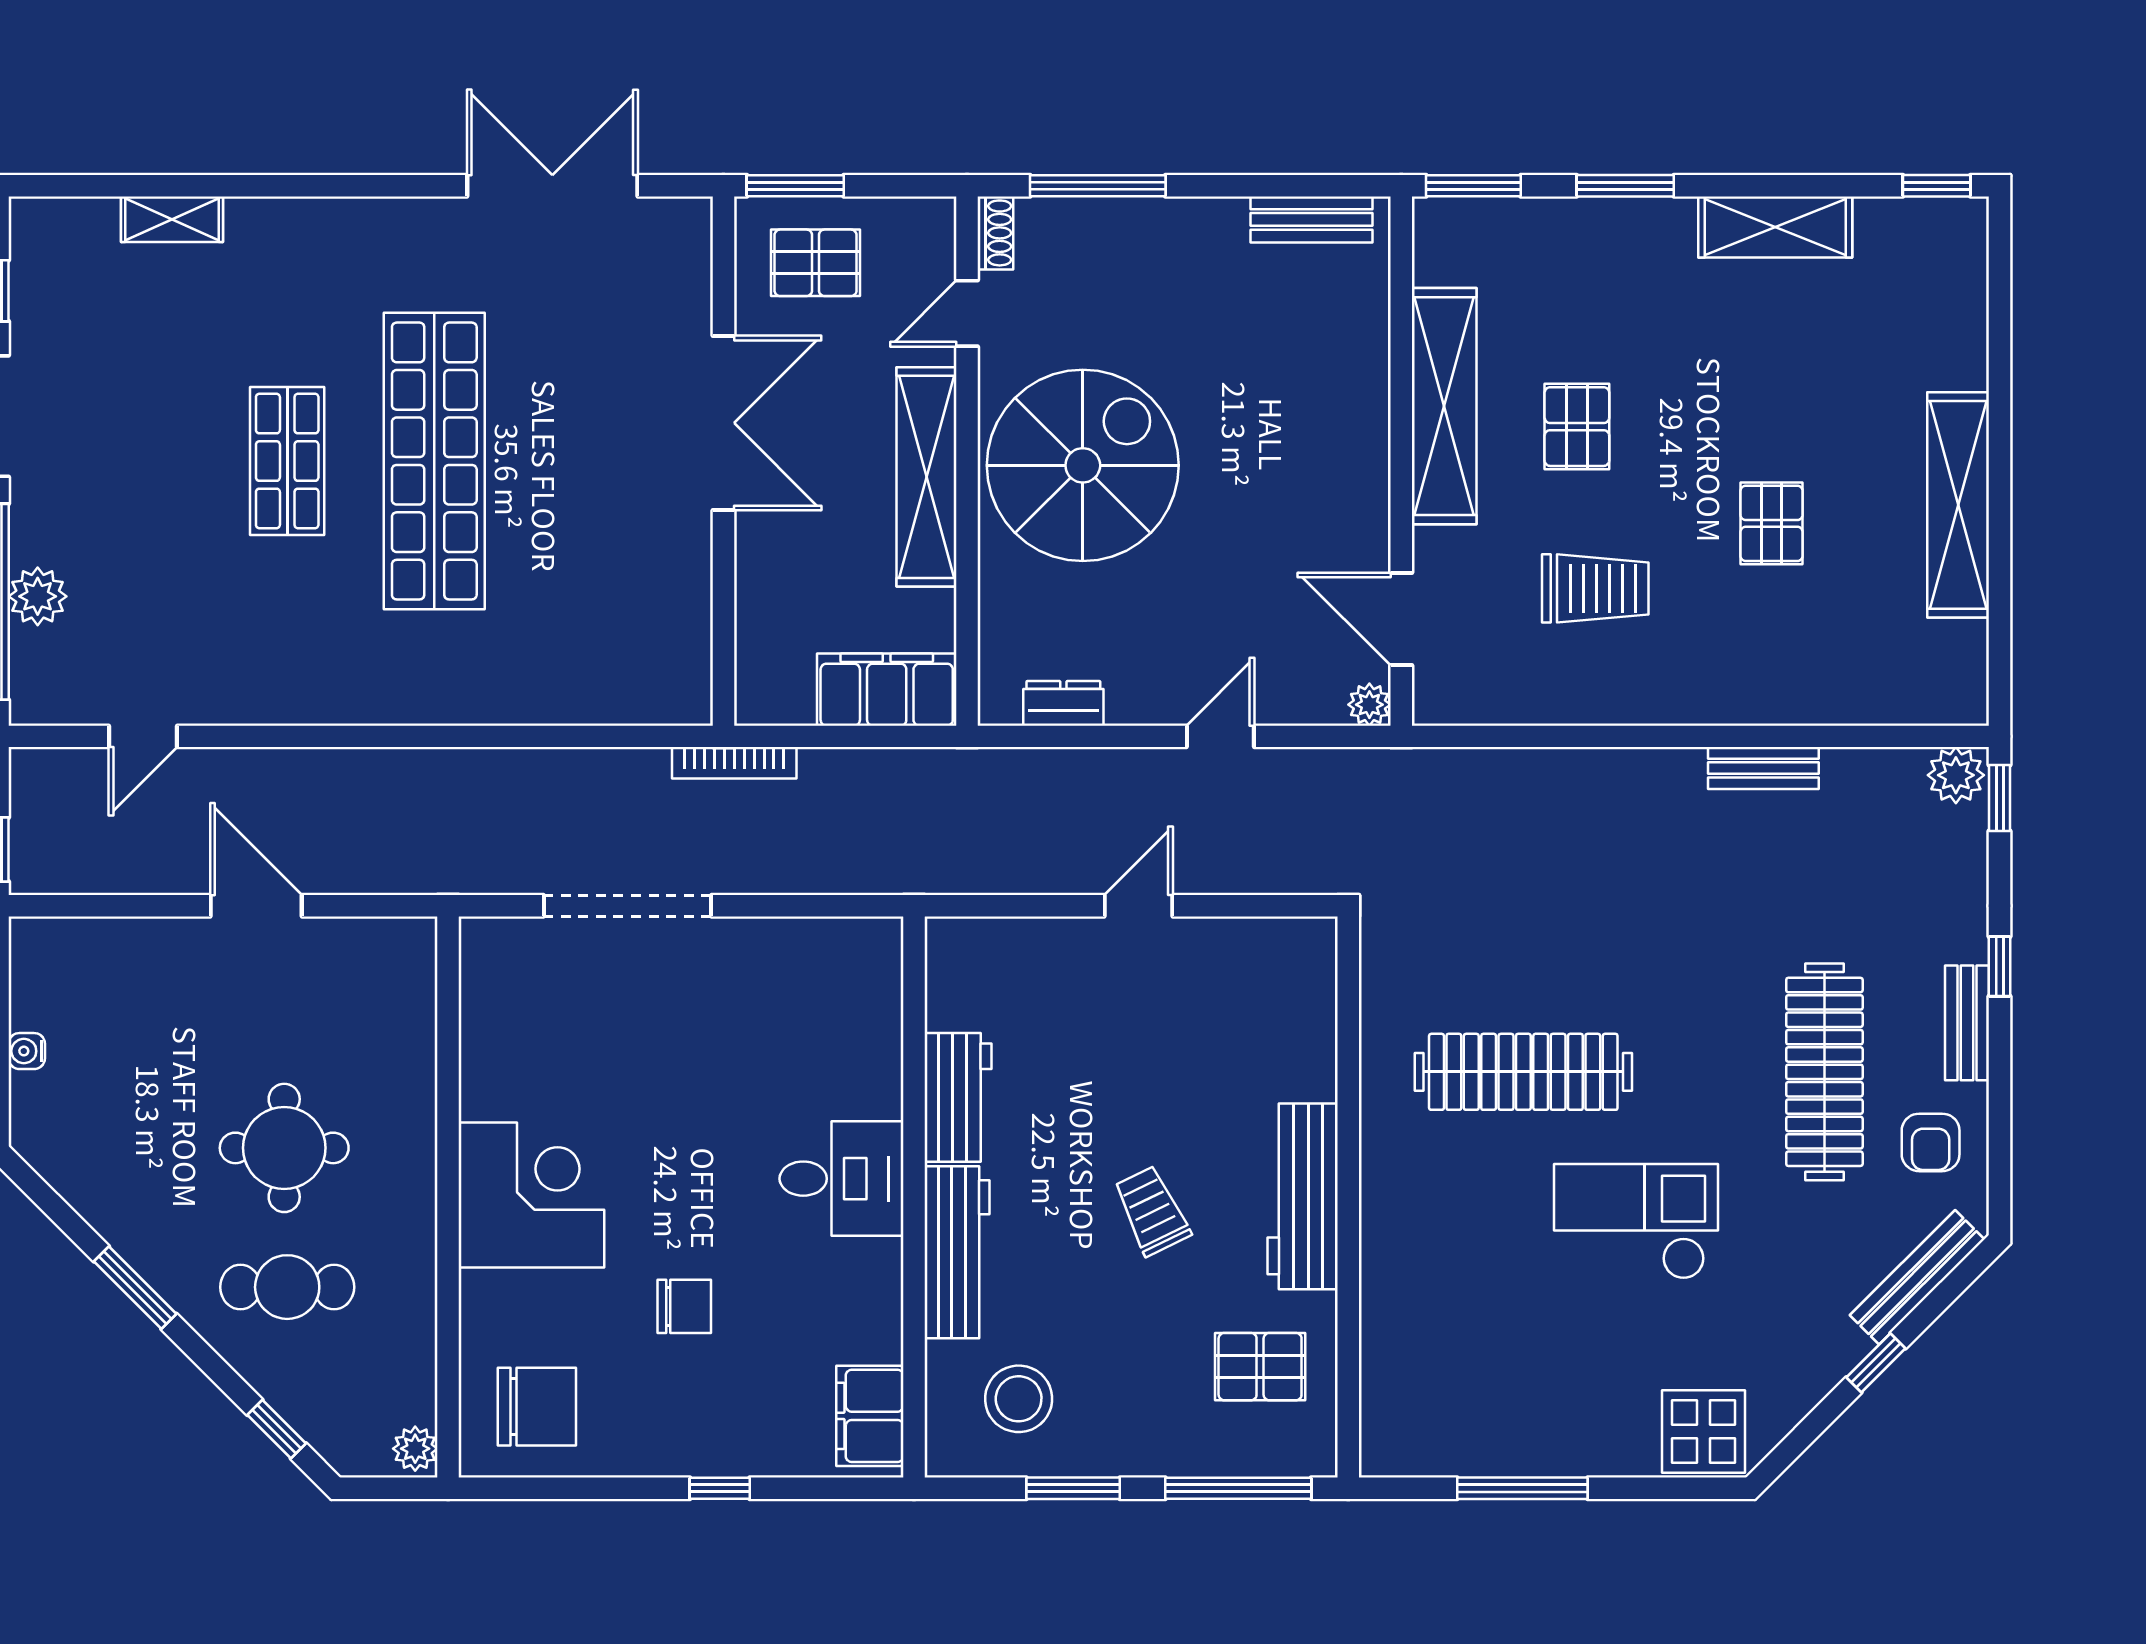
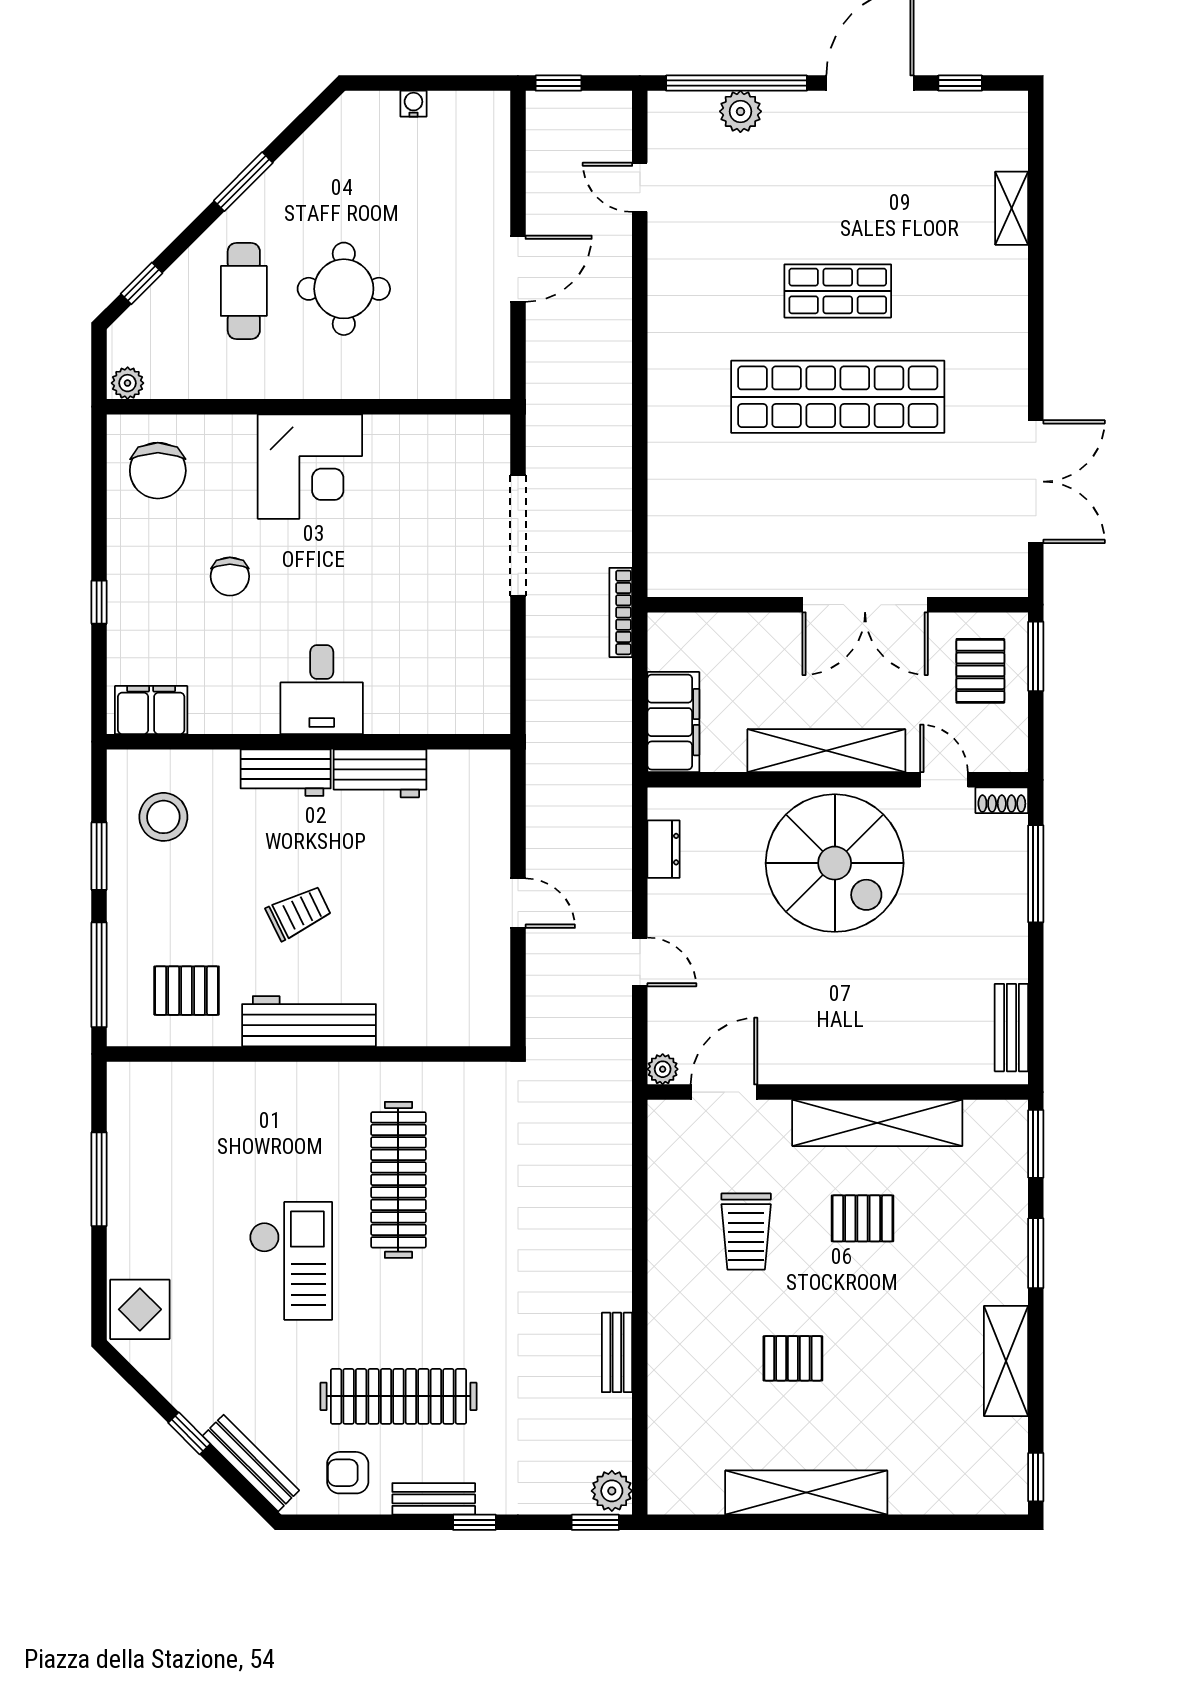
workbench: (957, 1252) -> (286, 773), width x0.73
pallet: (1260, 1367) -> (187, 991), turned 90

